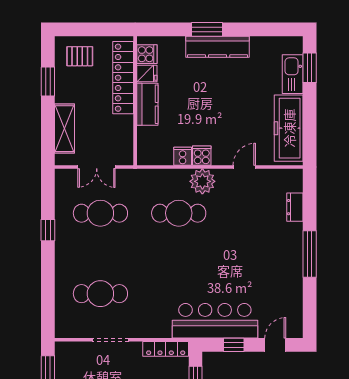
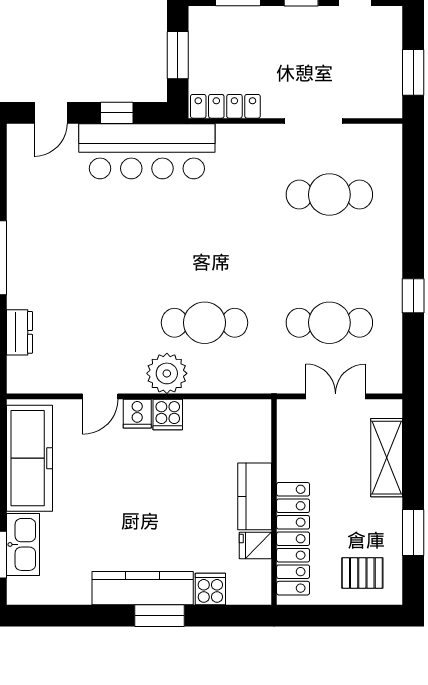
cooker: (147, 54) -> (210, 589), moved, turned 90
cooker: (183, 156) -> (137, 414), moved

